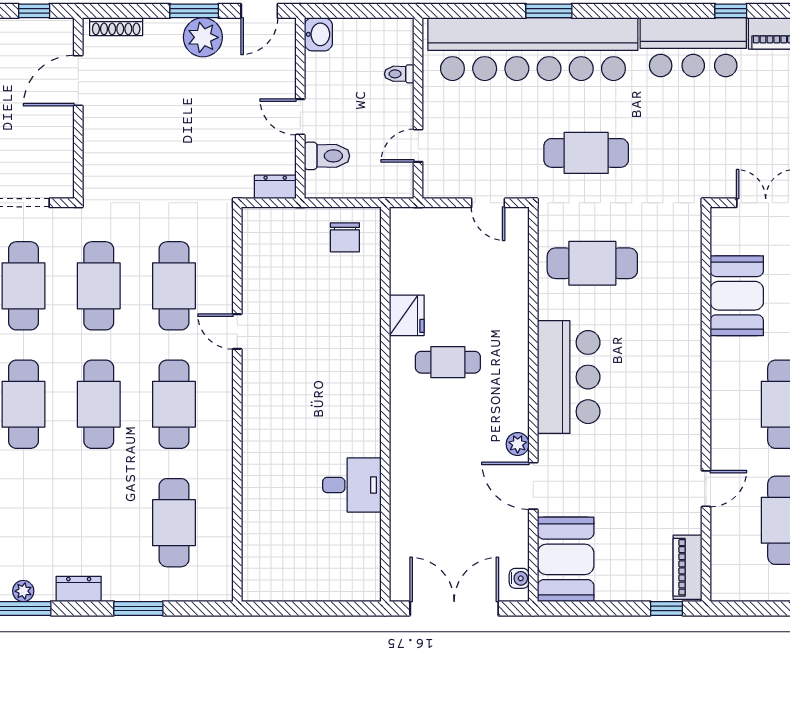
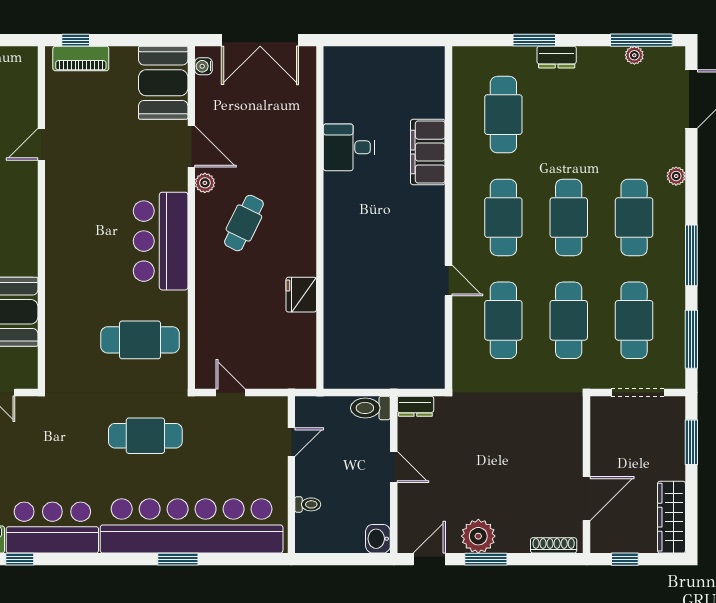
toilet: (327, 156) -> (370, 408), moved
chair: (345, 237) -> (355, 362), removed
cafe table: (448, 362) -> (244, 223), moved, turned -64
filing cabinet: (261, 480) -> (428, 152), added
piano: (687, 567) -> (81, 58), moved, turned 90
dresser: (79, 589) -> (557, 57), moved

